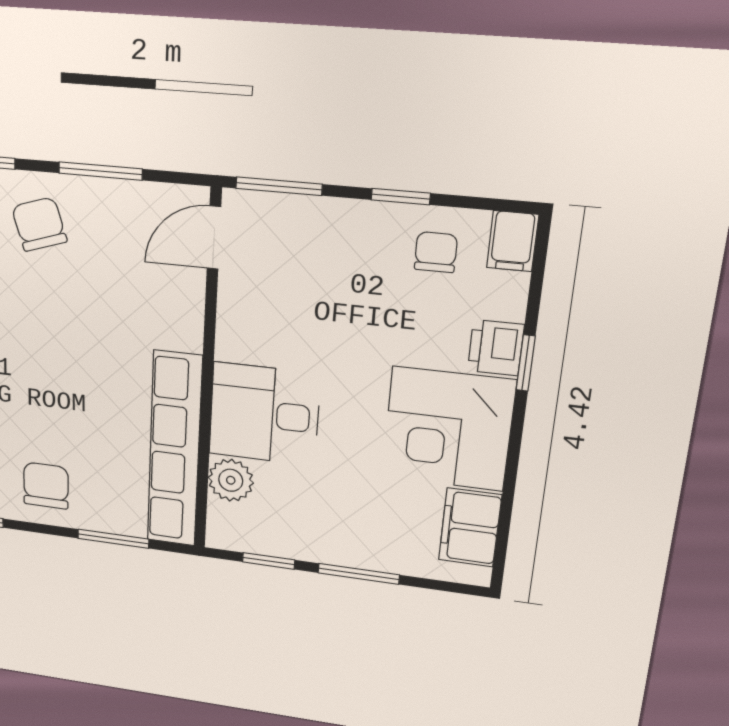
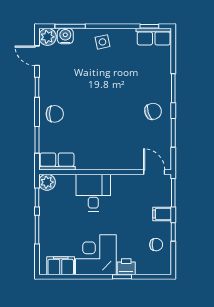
filing cabinet: (513, 241) -> (162, 214), moved
row of seats: (175, 450) -> (57, 162), width x0.50
plant: (231, 480) -> (47, 182), moved

